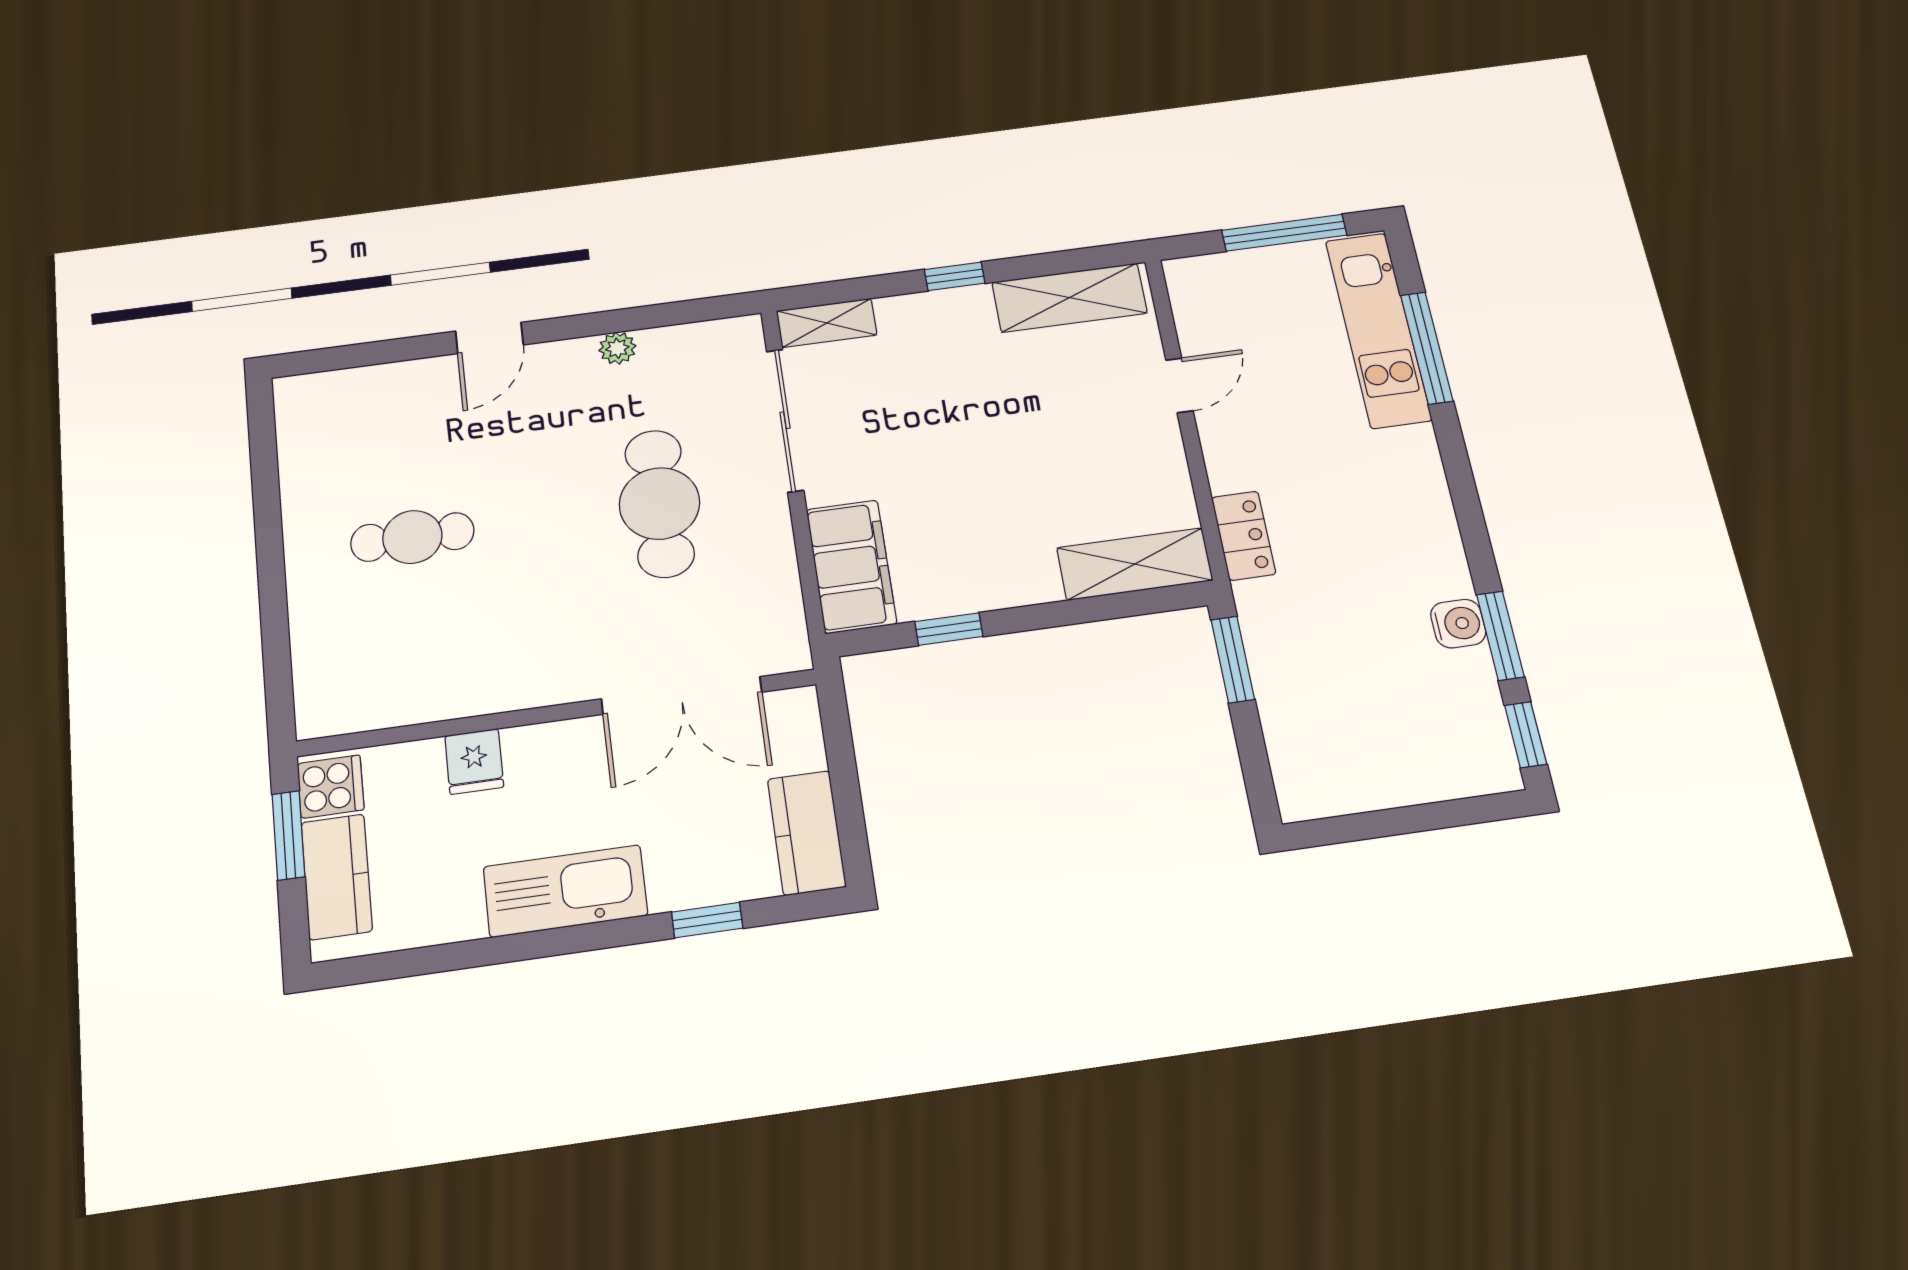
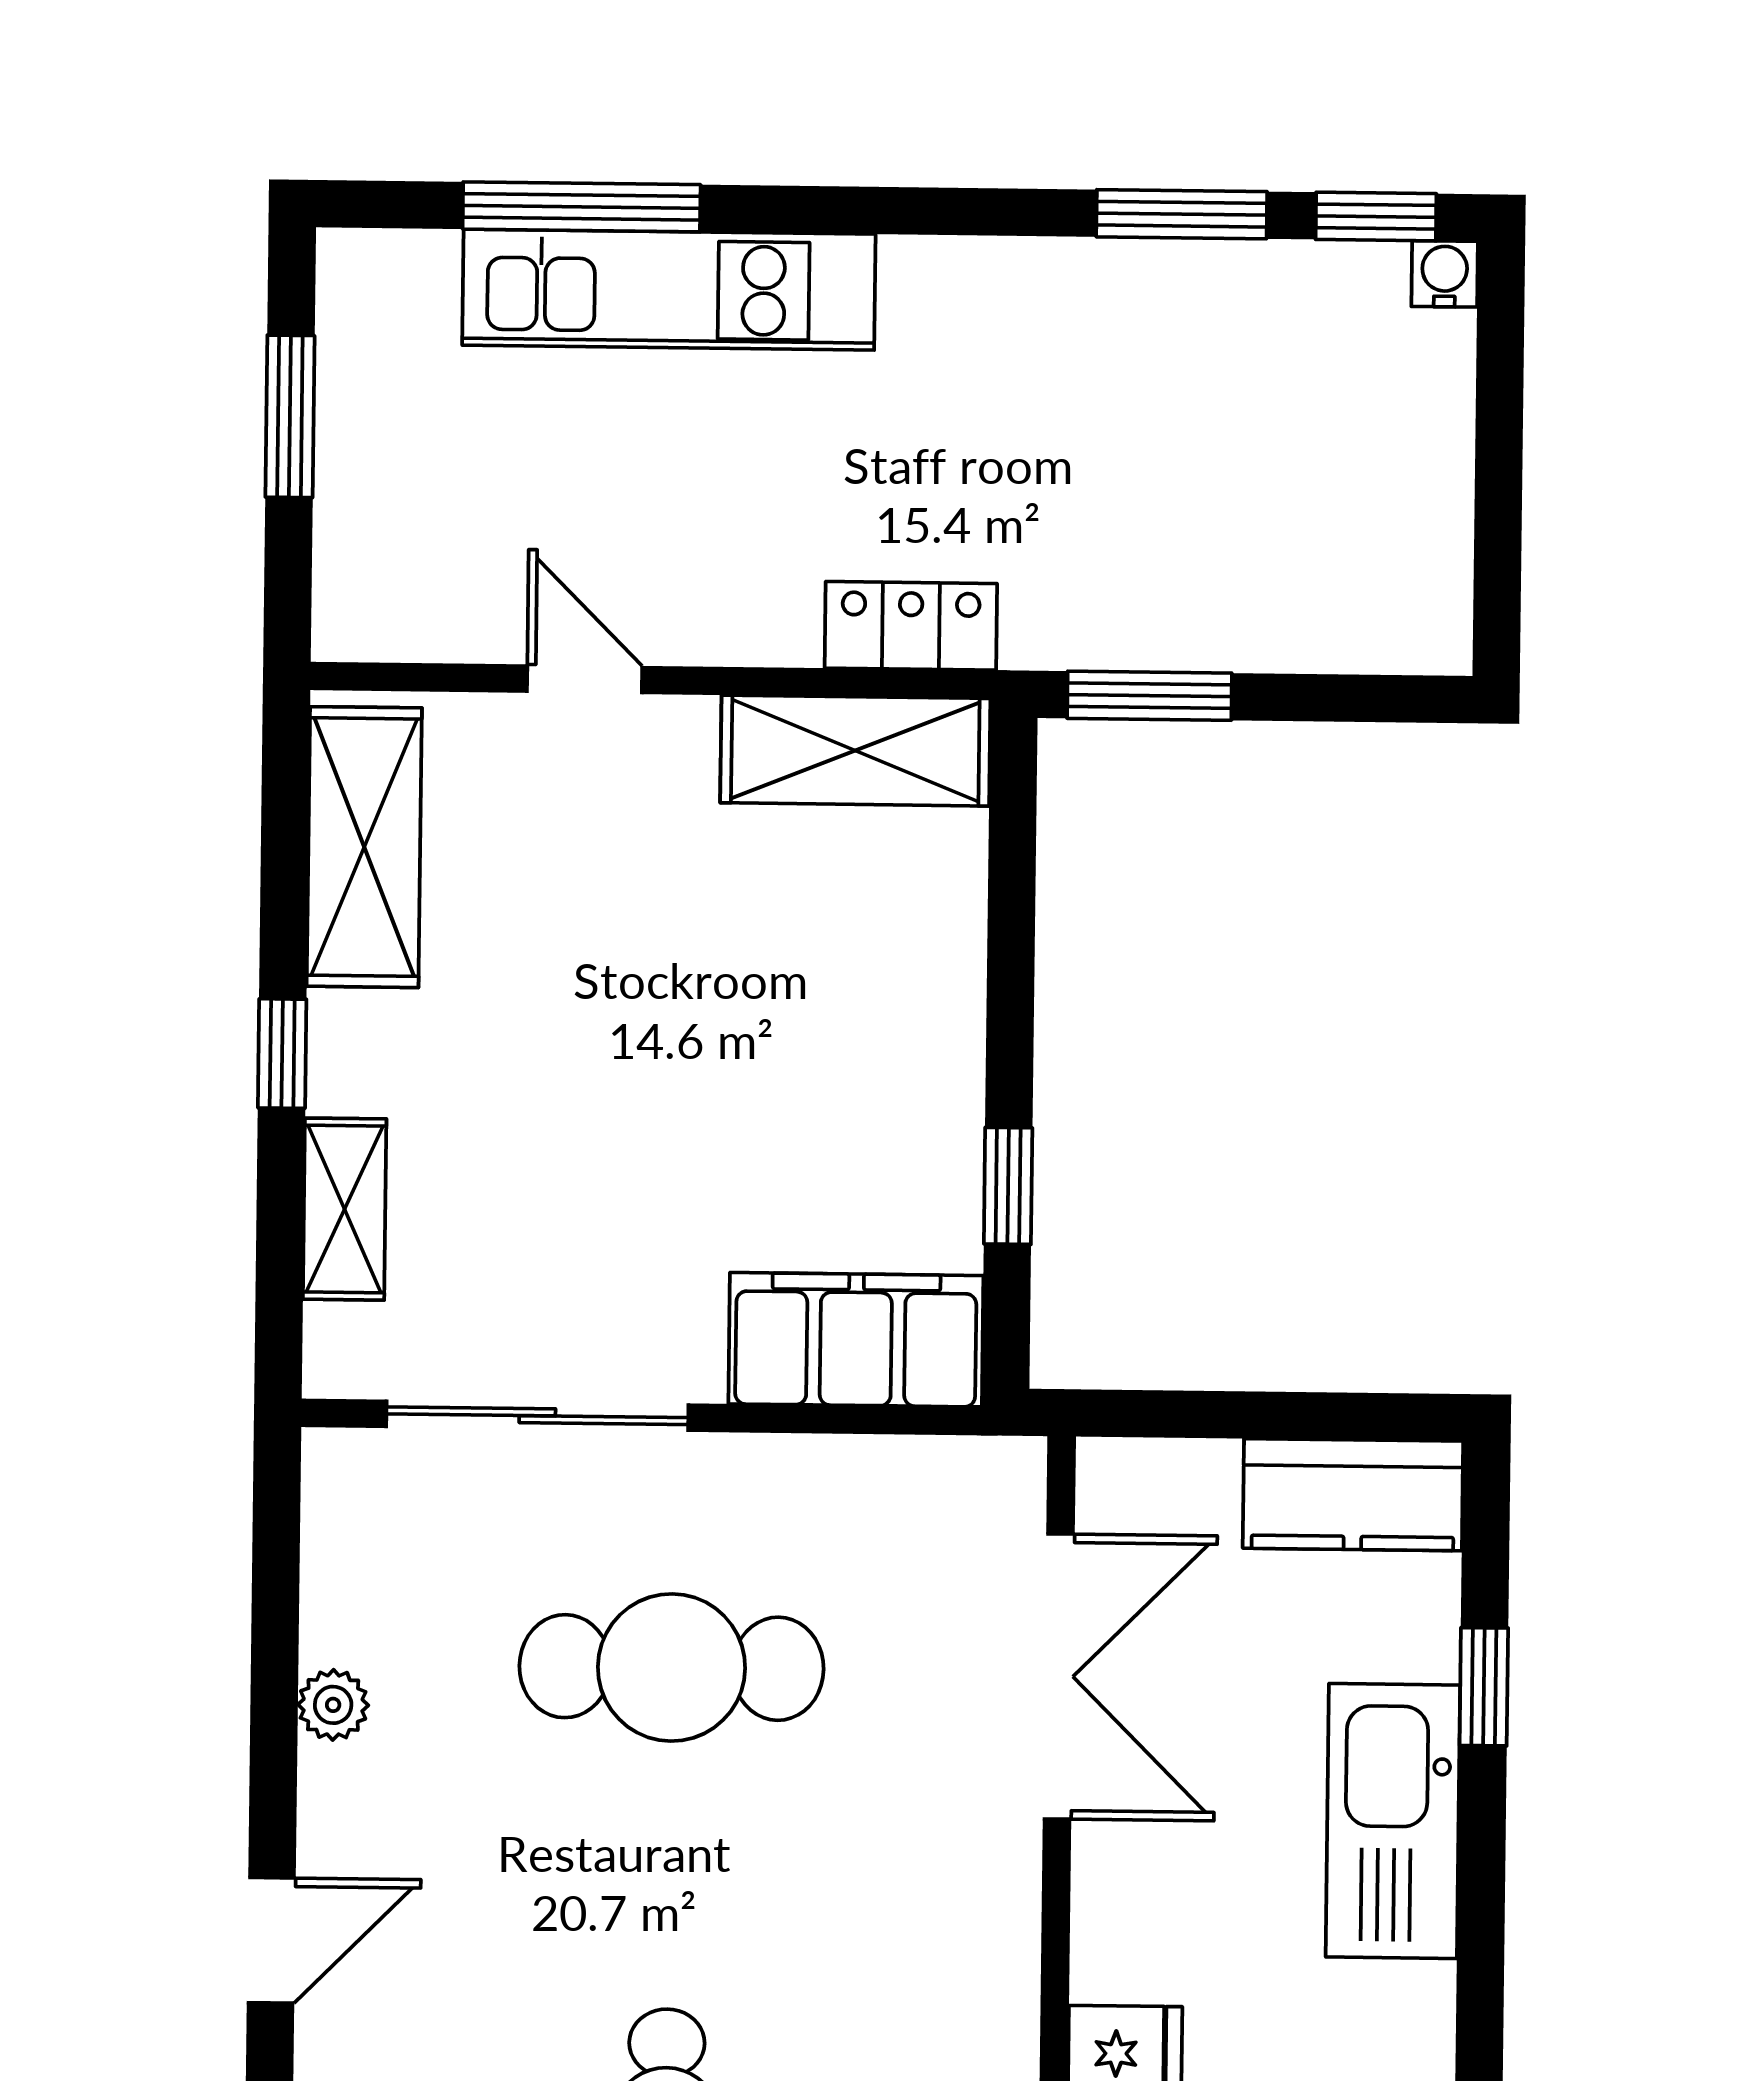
window: (1284, 233) -> (290, 416), width x0.69
shelving: (827, 323) -> (345, 1209), moved
kitchen unit: (1378, 330) -> (669, 290), moved
door: (489, 338) -> (271, 1940), hinge flipped
shelving: (1135, 564) -> (855, 751), moved, turned 90
water cooler: (1458, 624) -> (1445, 274), moved, width x0.72, depth x0.72
kitchen sink: (565, 891) -> (1393, 1821), moved

